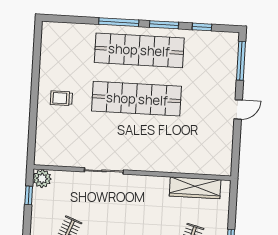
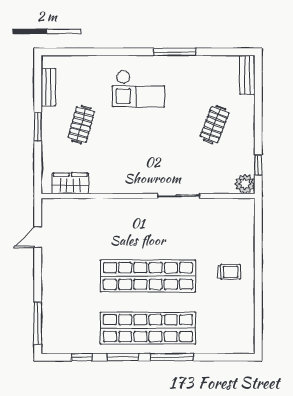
door: (238, 109) -> (38, 237), moved
wardrobe: (195, 188) -> (70, 183), width x0.67

